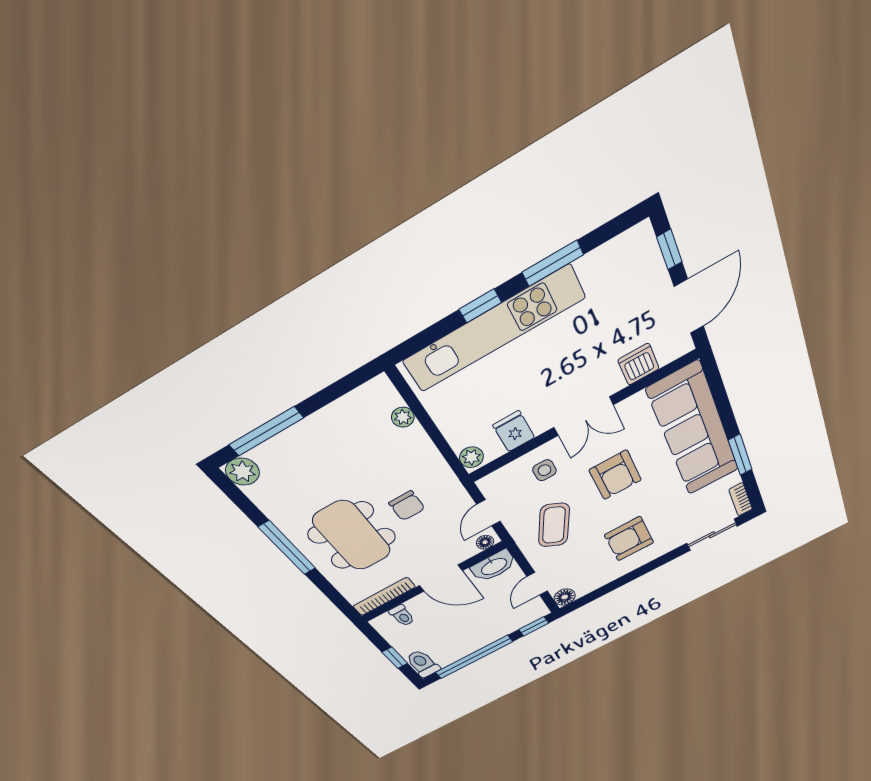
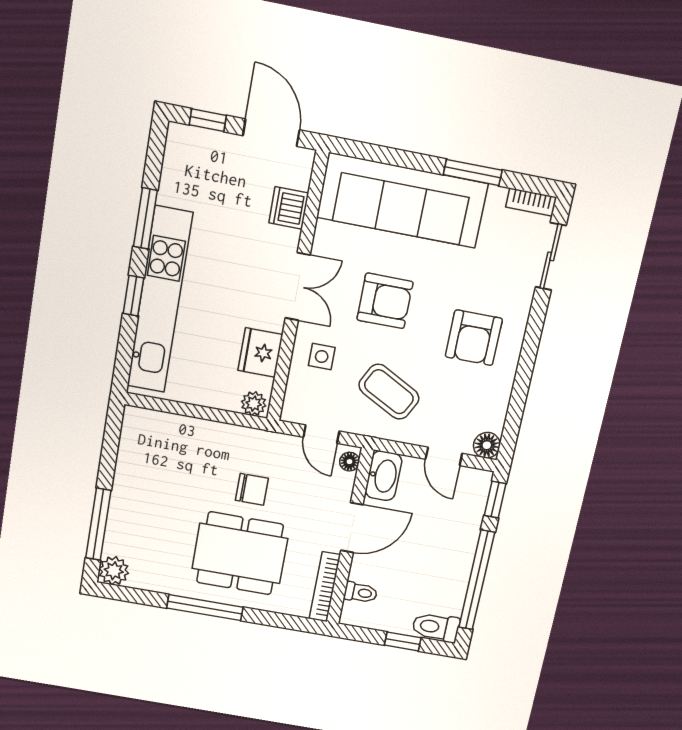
plant: (403, 417) -> (172, 424), removed
fridge: (514, 431) -> (260, 352), width x1.38

